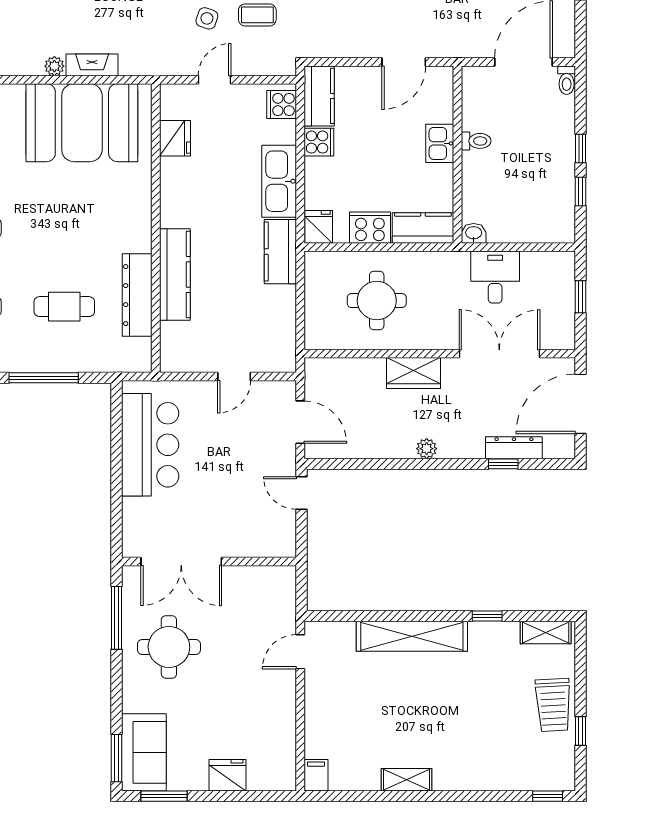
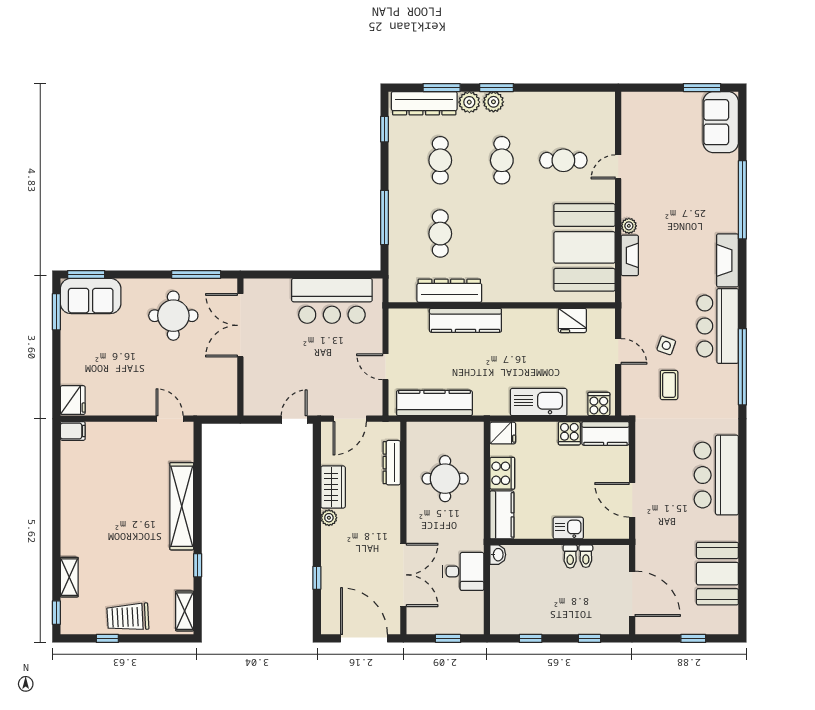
toilet: (567, 80) -> (586, 556), moved, turned -90
window: (580, 149) -> (590, 638), moved
kitchen counter: (280, 252) -> (434, 403), moved, width x1.50
wardrobe: (414, 373) -> (333, 487), moved, turned 180
dresser: (514, 448) -> (392, 463), moved, turned 180
fridge: (228, 775) -> (73, 400), moved
shelving: (406, 780) -> (69, 577), moved

